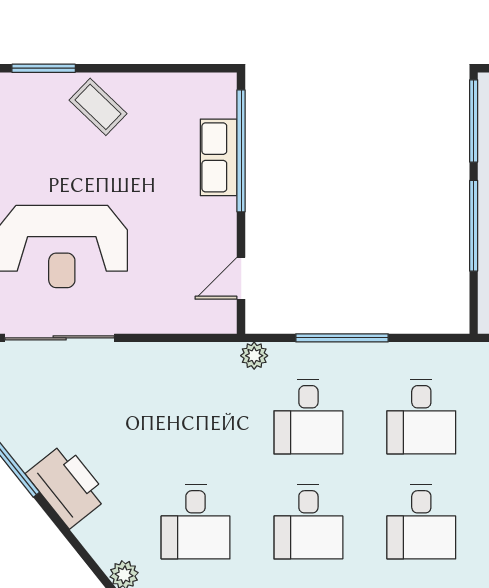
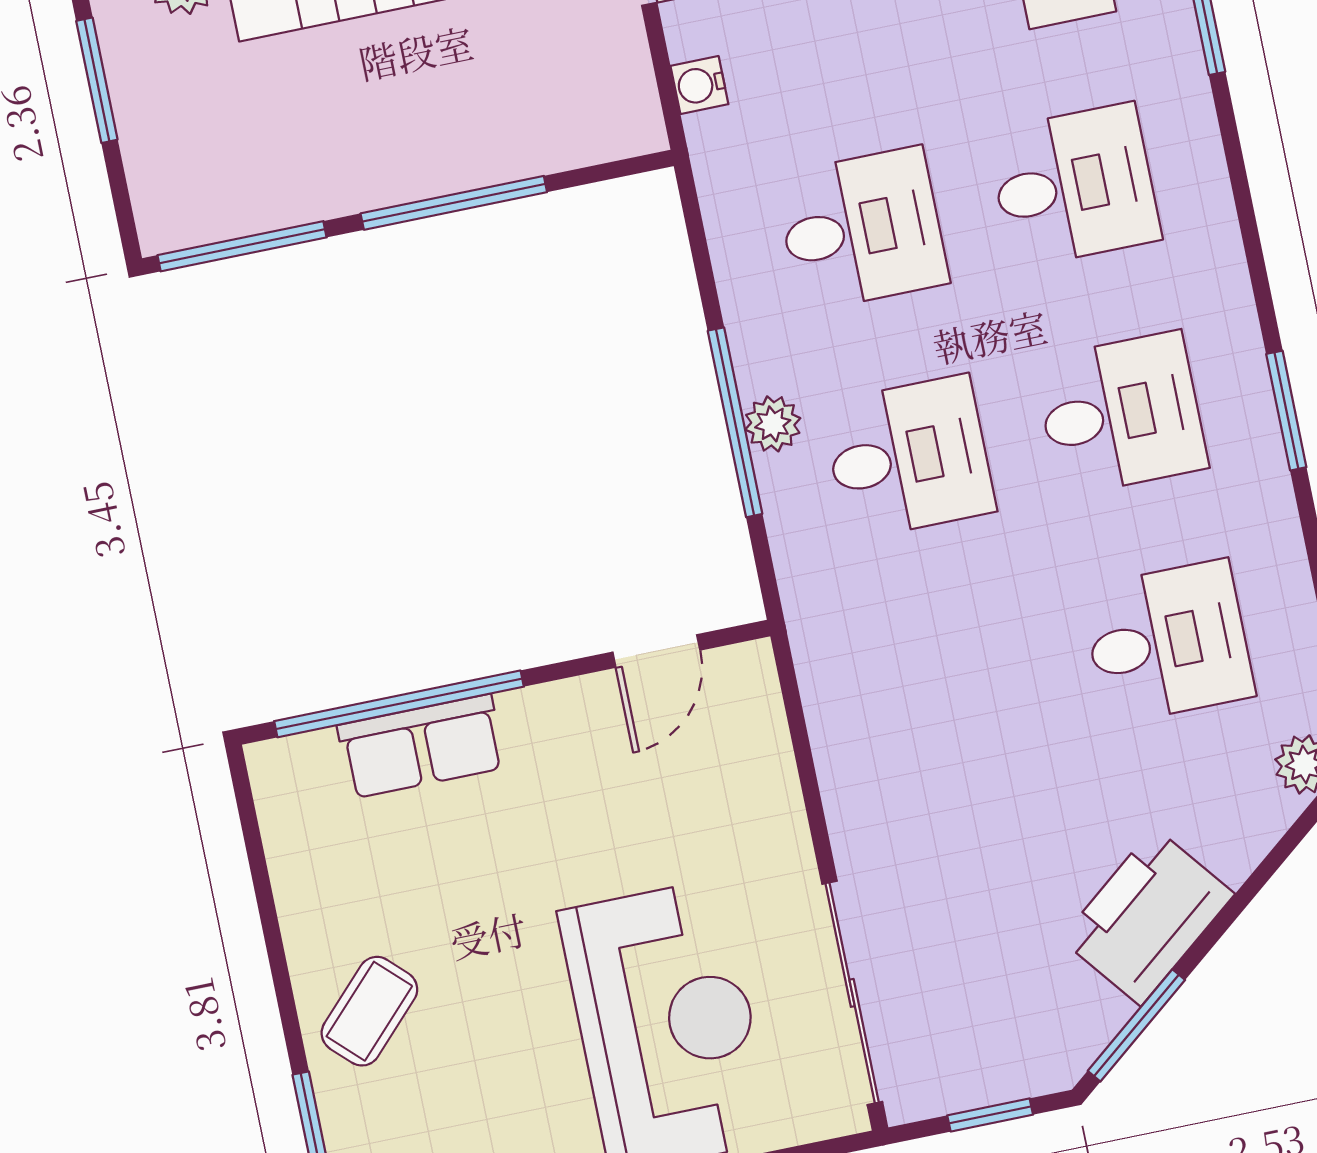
door: (241, 278) -> (656, 651), hinge flipped
plant: (254, 356) -> (773, 424), moved

